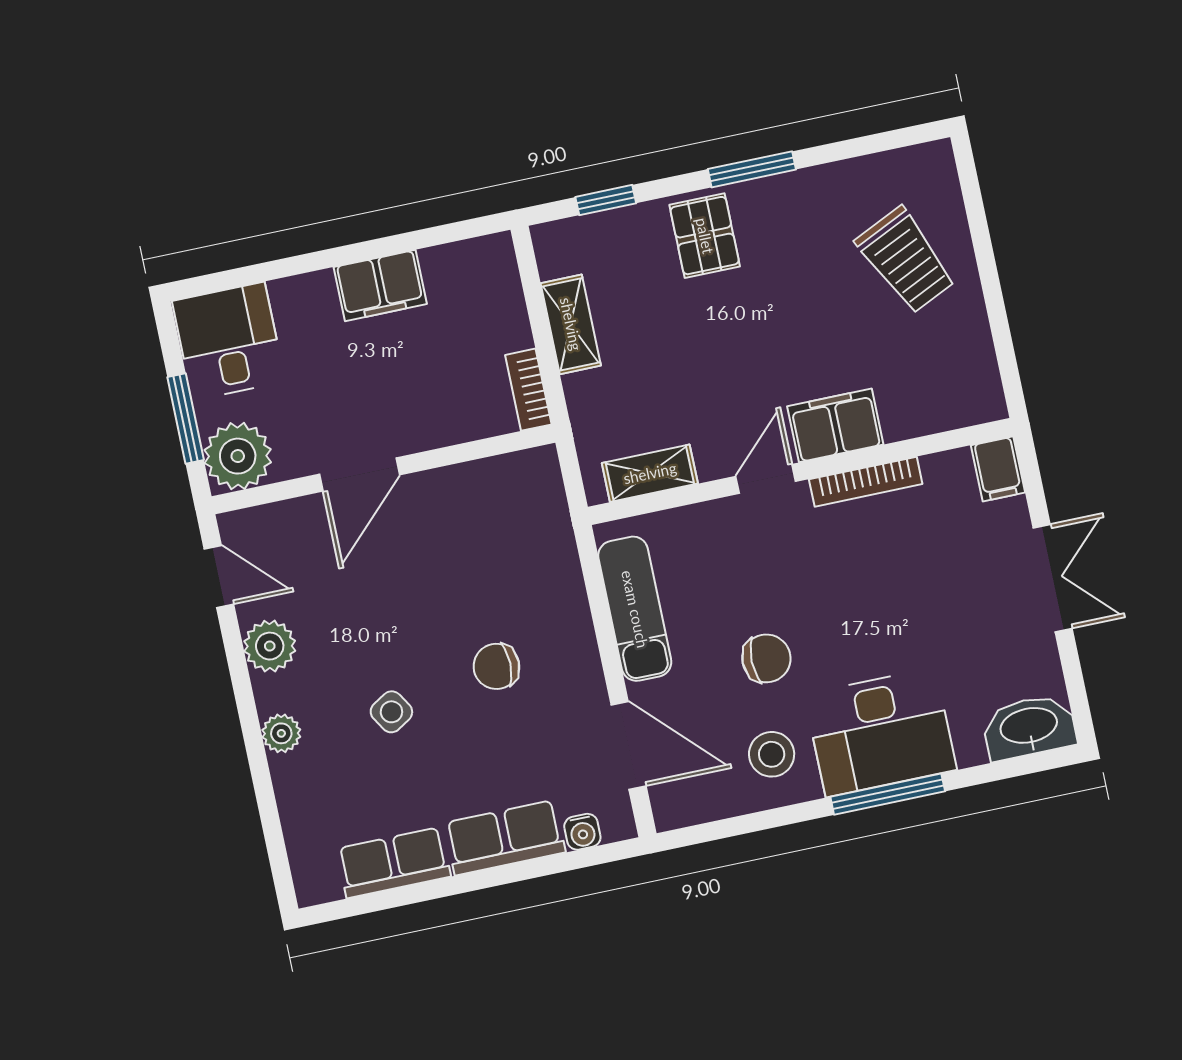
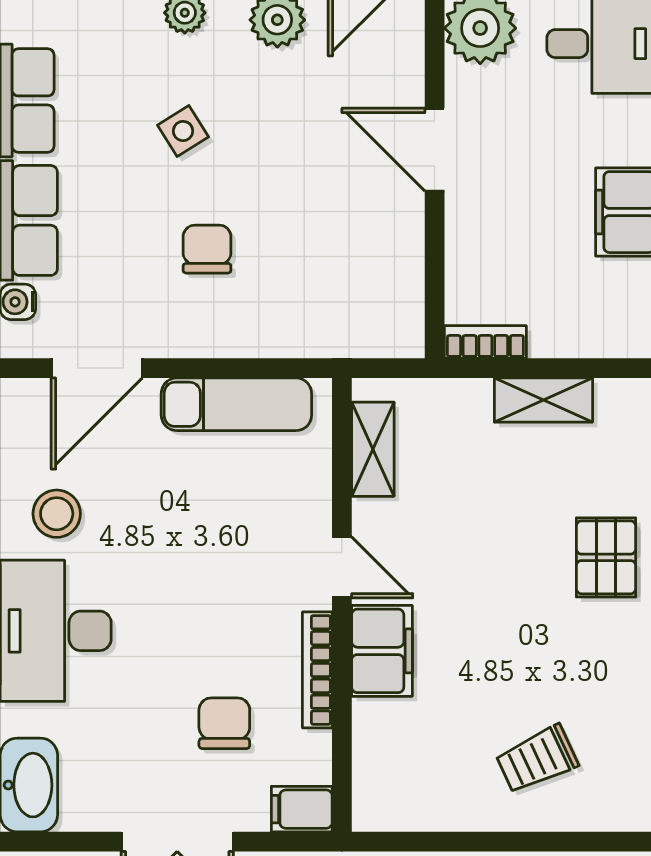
pallet: (705, 236) -> (606, 557), turned 90
trolley: (906, 260) -> (537, 759), width x0.73, depth x0.72
chair: (766, 658) -> (224, 723), moved, turned 180

